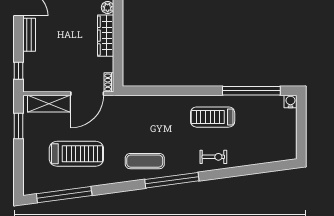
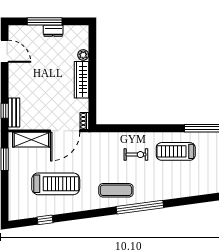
bench: (29, 35) -> (14, 112), moved
exercise bike: (213, 157) -> (136, 155), moved
window: (64, 195) -> (45, 220), width x0.32

